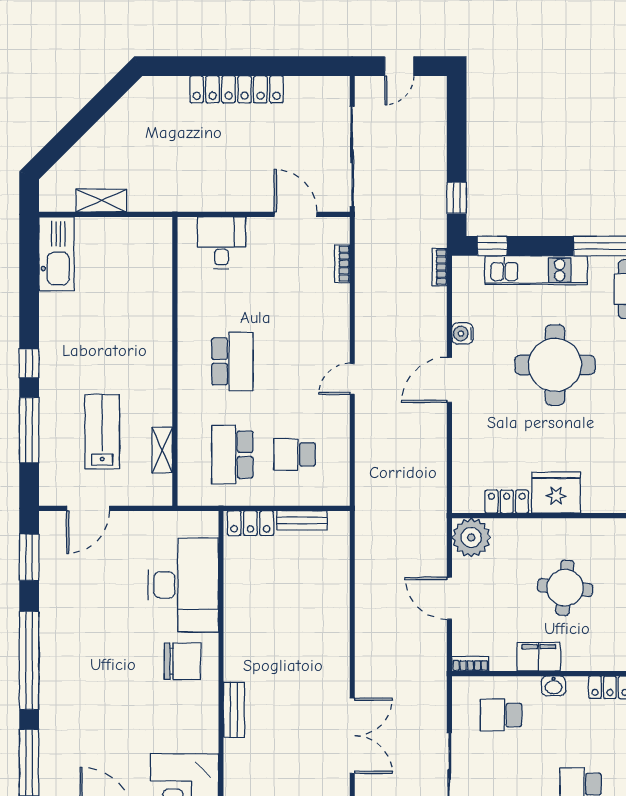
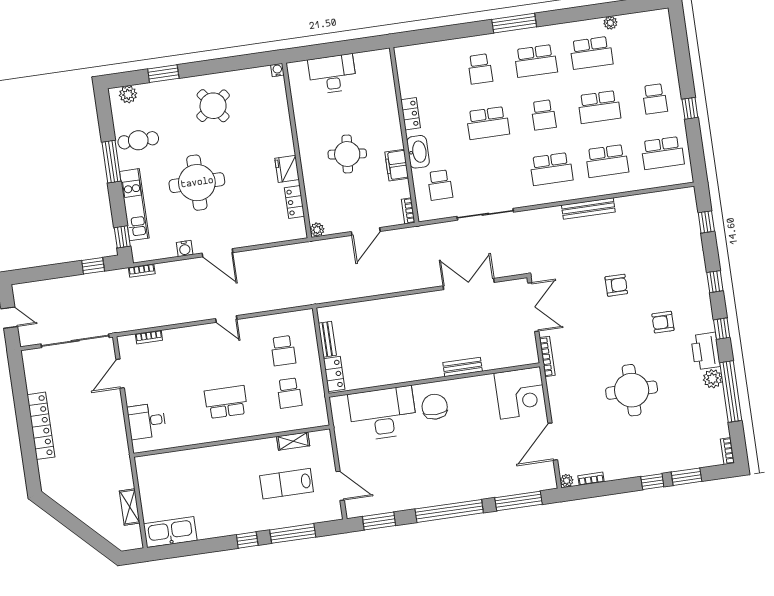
school desk: (232, 454) -> (289, 393), width x0.54
fridge: (556, 493) -> (287, 169), width x0.73, depth x0.75
plant: (471, 537) -> (317, 230), width x0.53, depth x0.53
washbasin: (553, 686) -> (418, 152), width x1.91, depth x1.45

